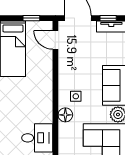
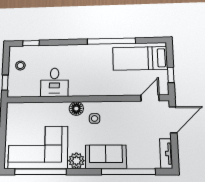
window: (108, 18) -> (175, 150), removed

